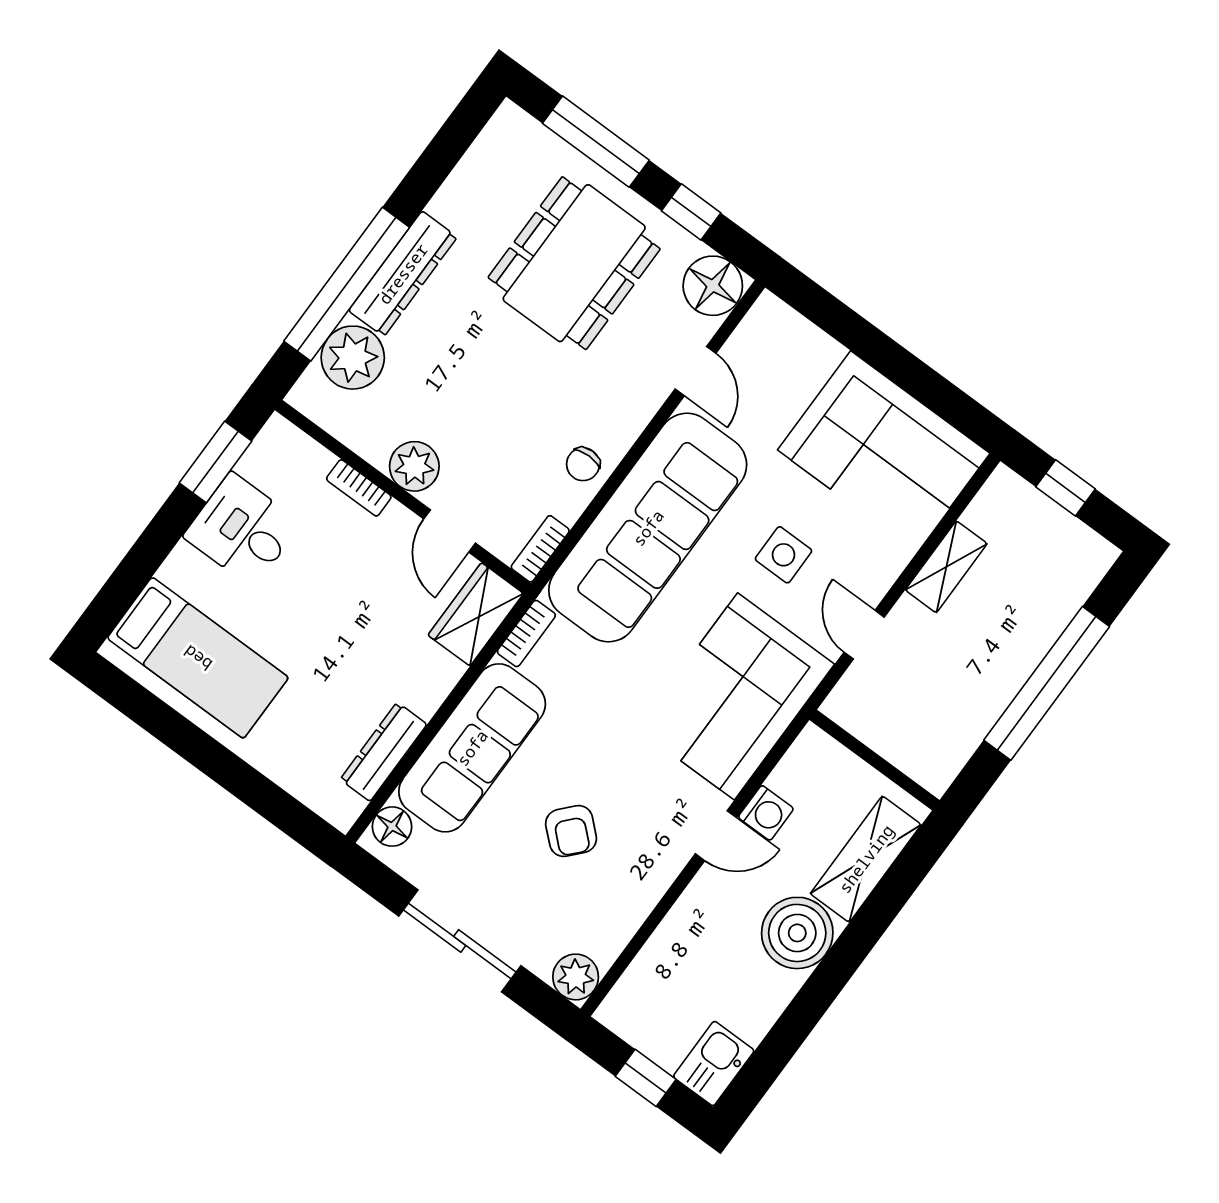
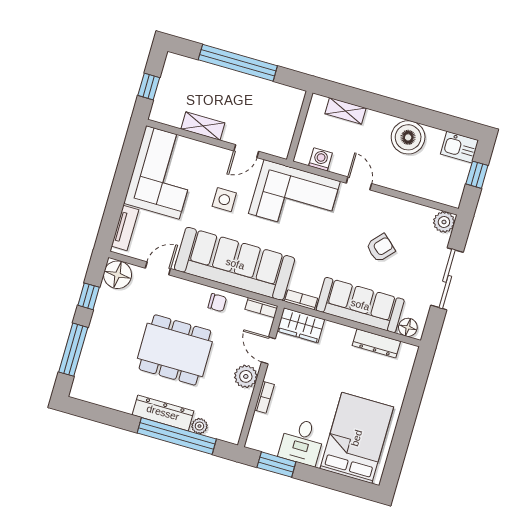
dining table: (574, 263) -> (175, 350), moved
tv unit: (801, 335) -> (125, 228), added
plant: (353, 358) -> (199, 426), width x0.53, depth x0.53
door: (450, 531) -> (268, 350), swing flipped
bed: (198, 658) -> (357, 438), width x1.50
washing machine: (766, 813) -> (321, 159), moved
shelving: (866, 859) -> (345, 111), width x0.67, depth x0.75
boiler: (797, 933) -> (408, 137), moved

